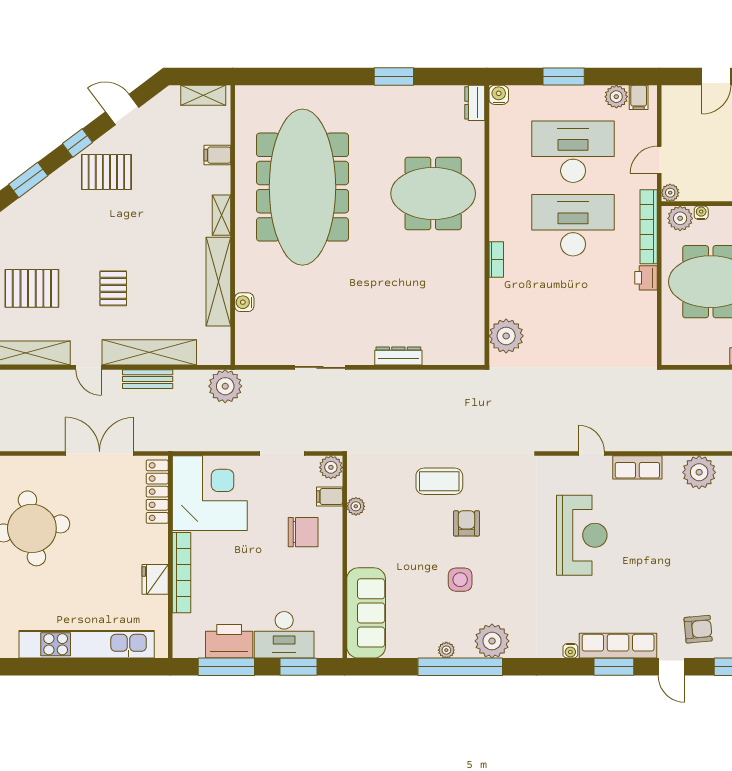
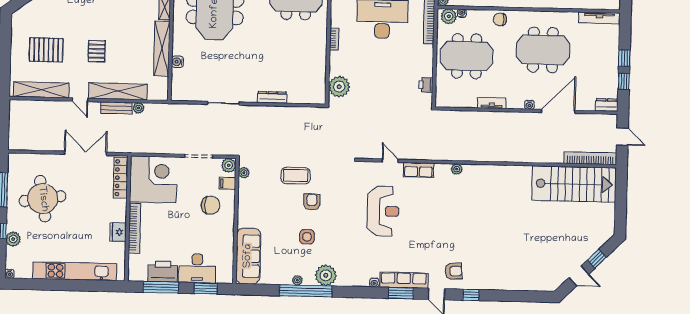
printer: (646, 278) -> (426, 85), moved
plant: (225, 386) -> (139, 108), moved, width x0.53, depth x0.53
plant: (699, 472) -> (457, 169), width x0.53, depth x0.53
plant: (356, 506) -> (244, 173), moved

